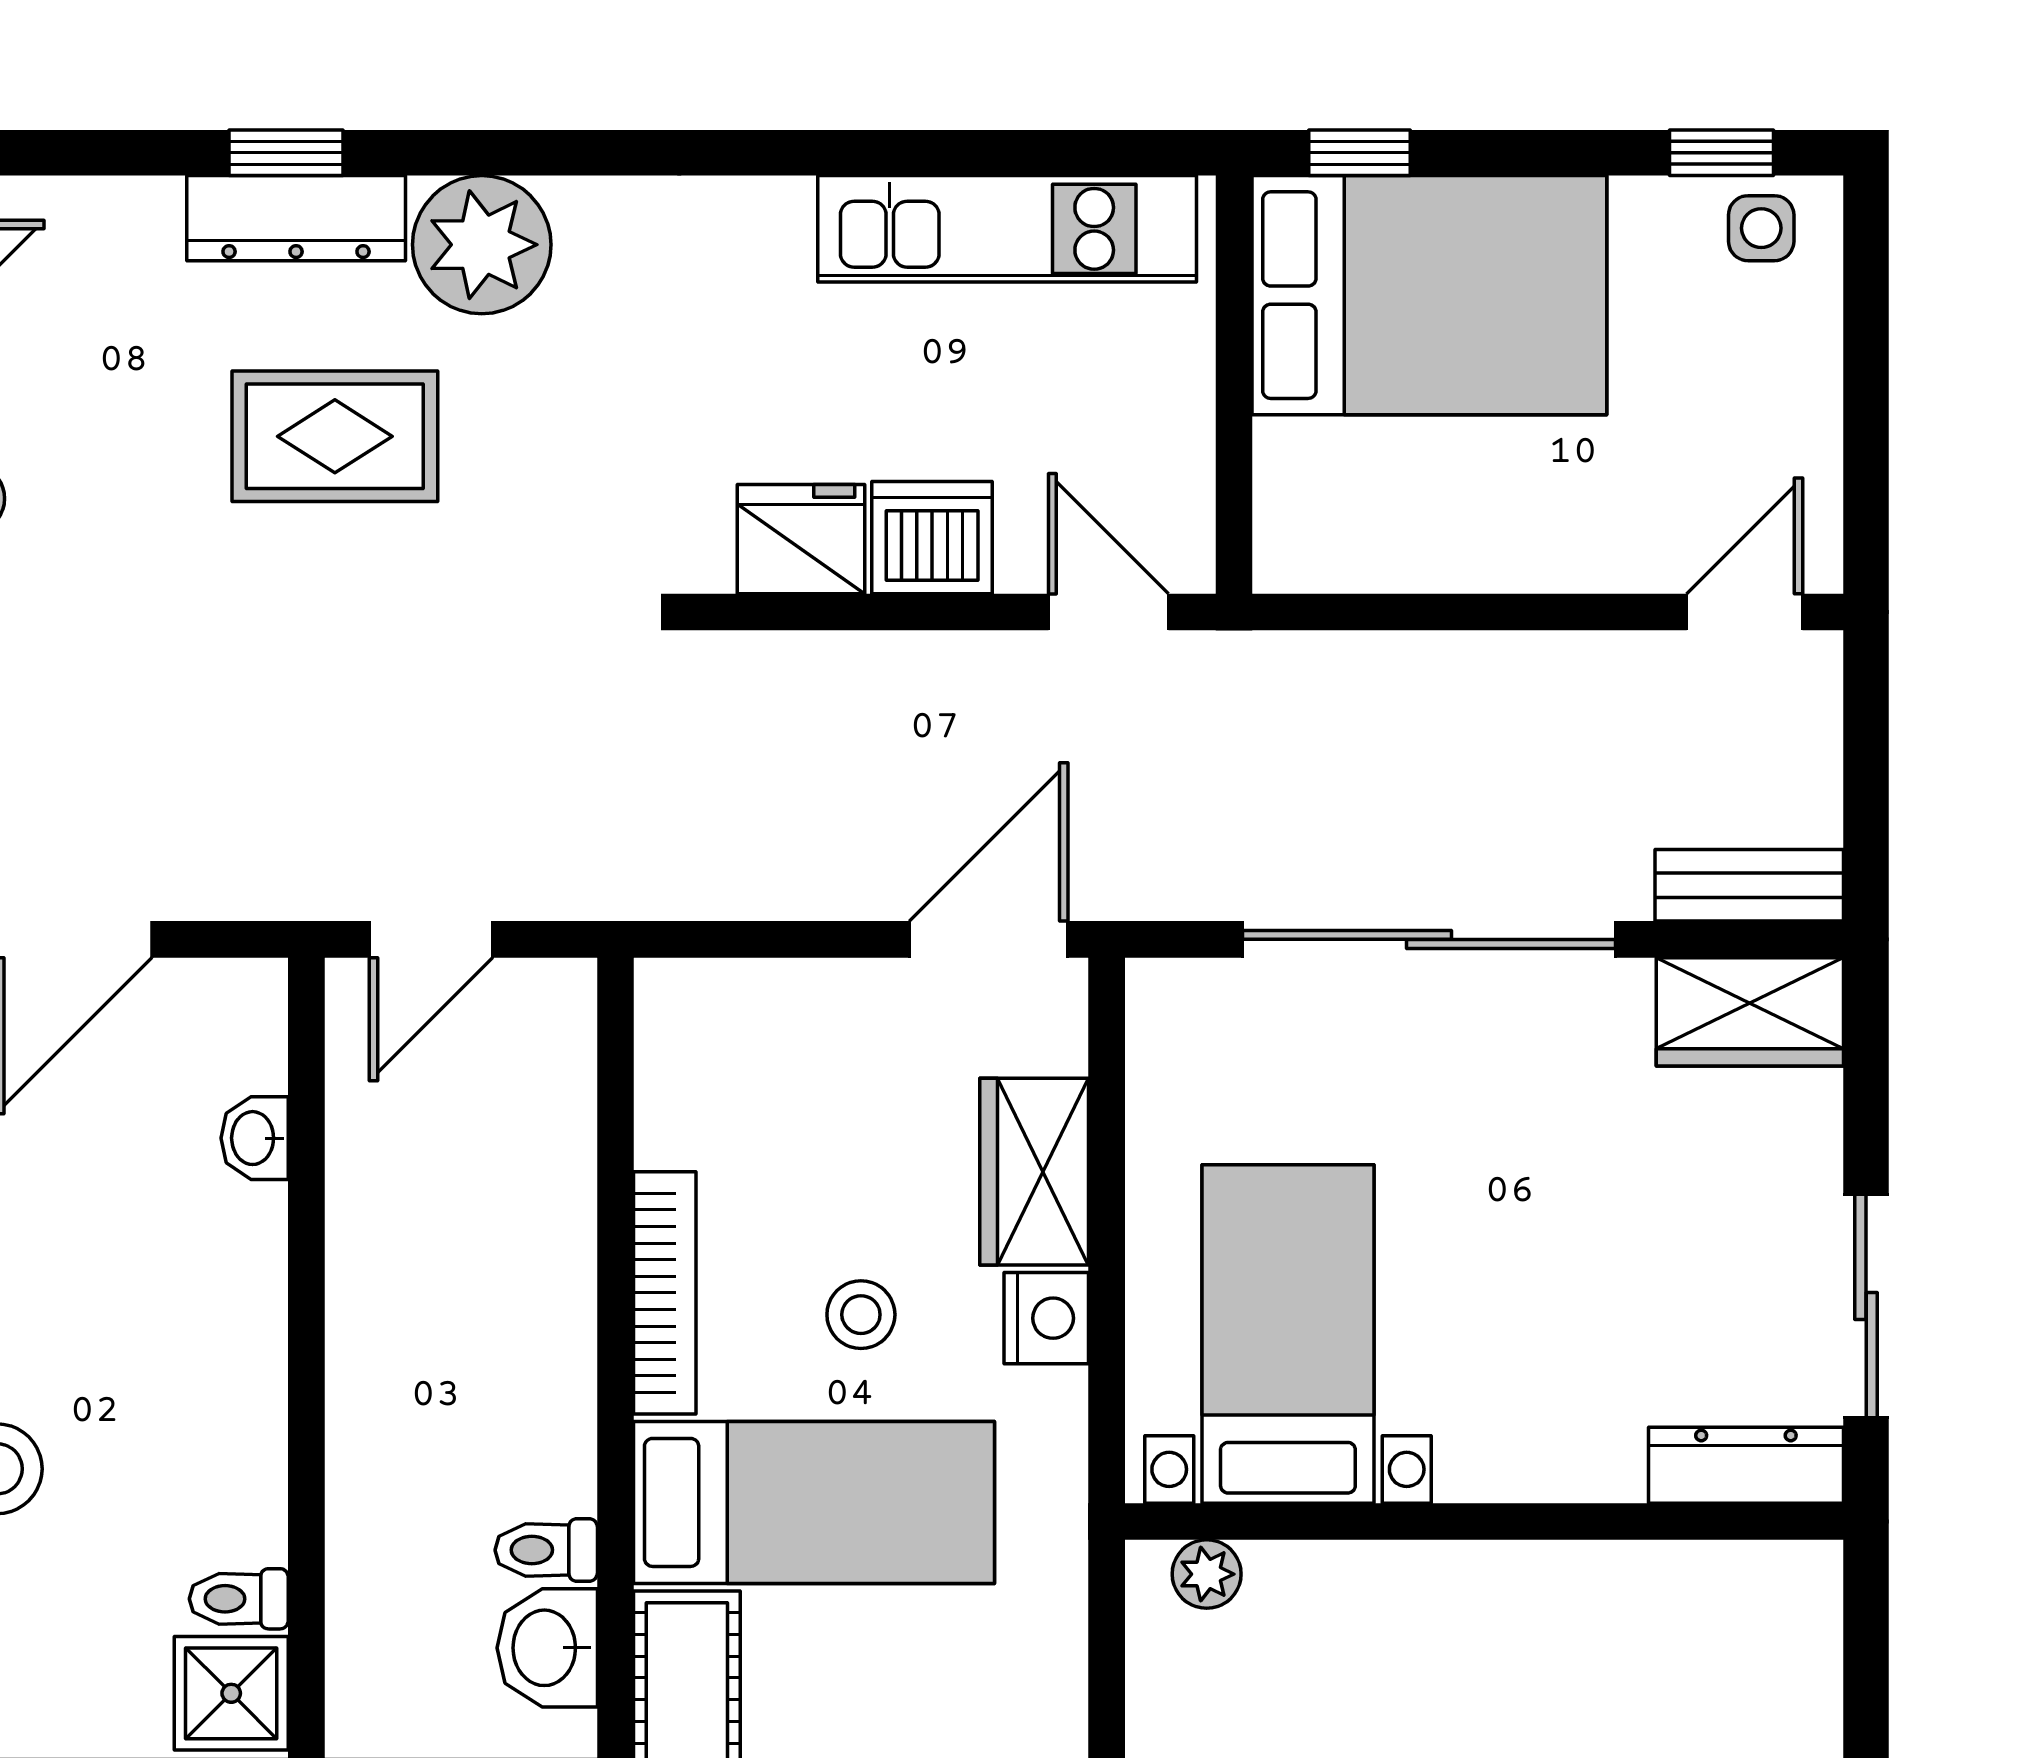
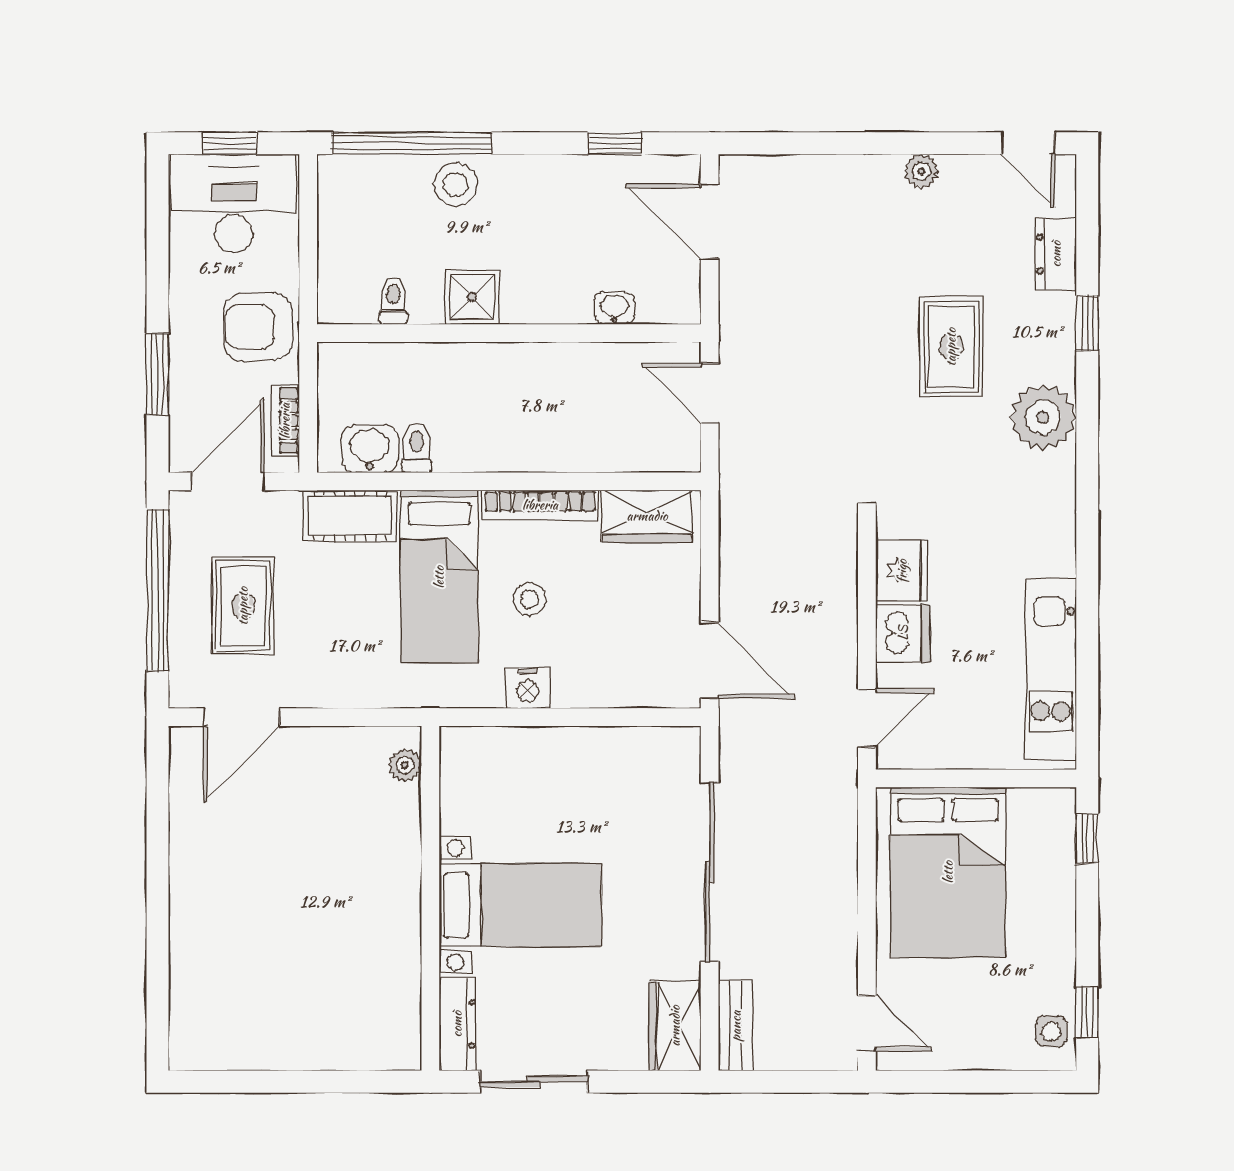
dresser: (296, 218) -> (1056, 254), moved, width x0.70
bed: (1429, 295) -> (948, 872), moved
wardrobe: (1034, 1172) -> (647, 516), moved, turned 180
bed with nightstands: (1288, 1334) -> (520, 905), moved
shower: (231, 1693) -> (472, 297), moved

